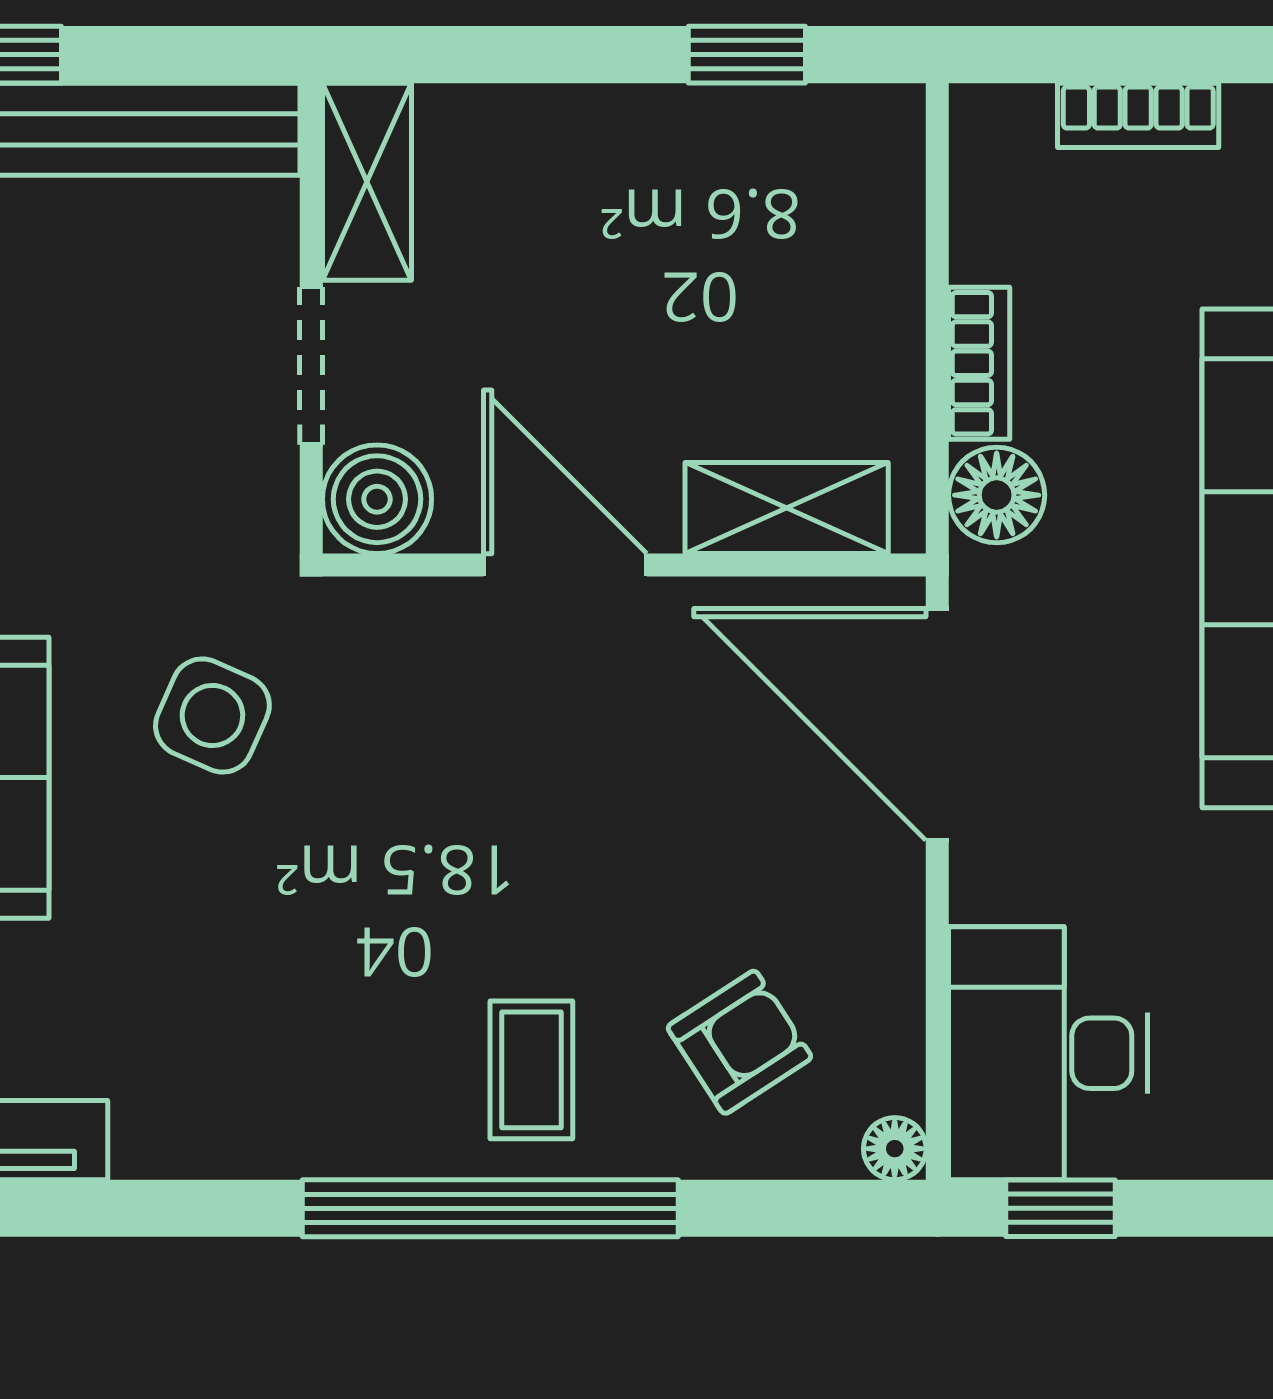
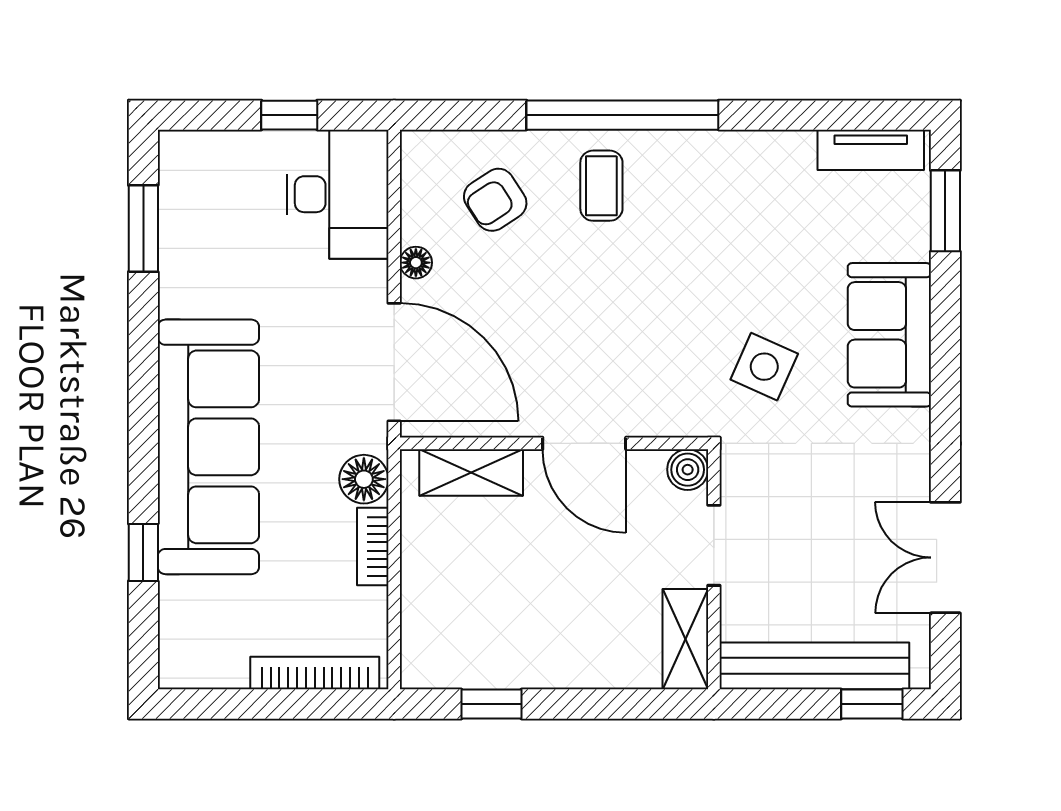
bookcase: (1138, 115) -> (315, 673), width x1.56
boiler: (377, 499) -> (688, 470), width x0.73, depth x0.73
floor lamp: (895, 1149) -> (416, 263), moved
window: (1060, 1208) -> (289, 115), moved

